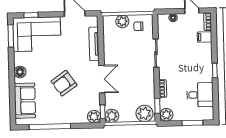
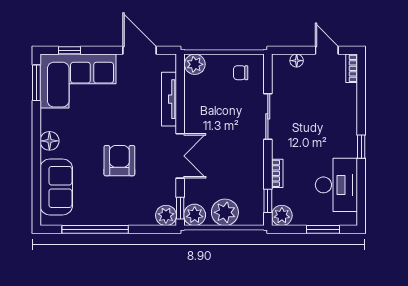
plant: (122, 21) -> (195, 64), moved
filing cabinet: (205, 37) -> (346, 93), removed
armchair: (64, 83) -> (119, 161), turned 125
desk: (200, 95) -> (336, 185), width x1.37
plant: (144, 113) -> (225, 212), moved

